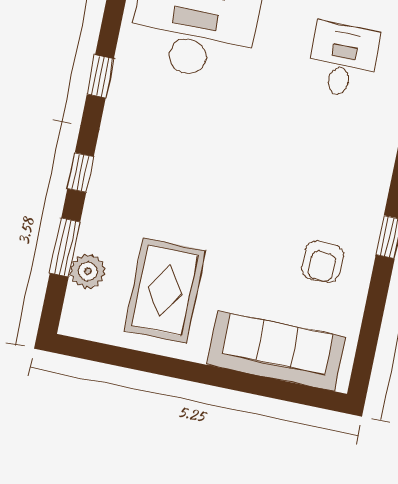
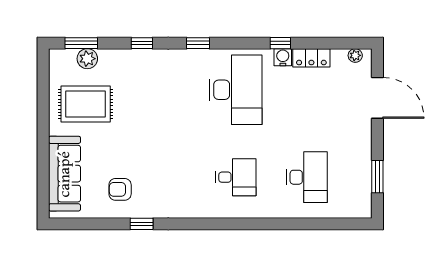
window: (65, 247) -> (81, 43), moved

